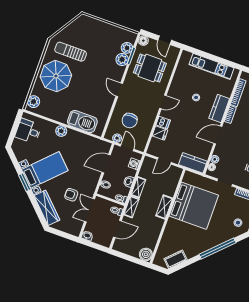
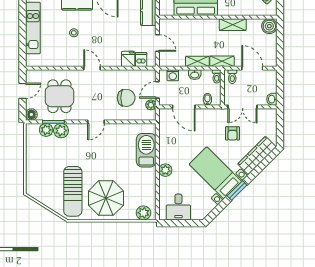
sun lounger: (71, 52) -> (73, 191), width x1.36, depth x1.34
dishwasher: (163, 123) -> (141, 60), moved
shelving: (164, 207) -> (233, 25), moved

